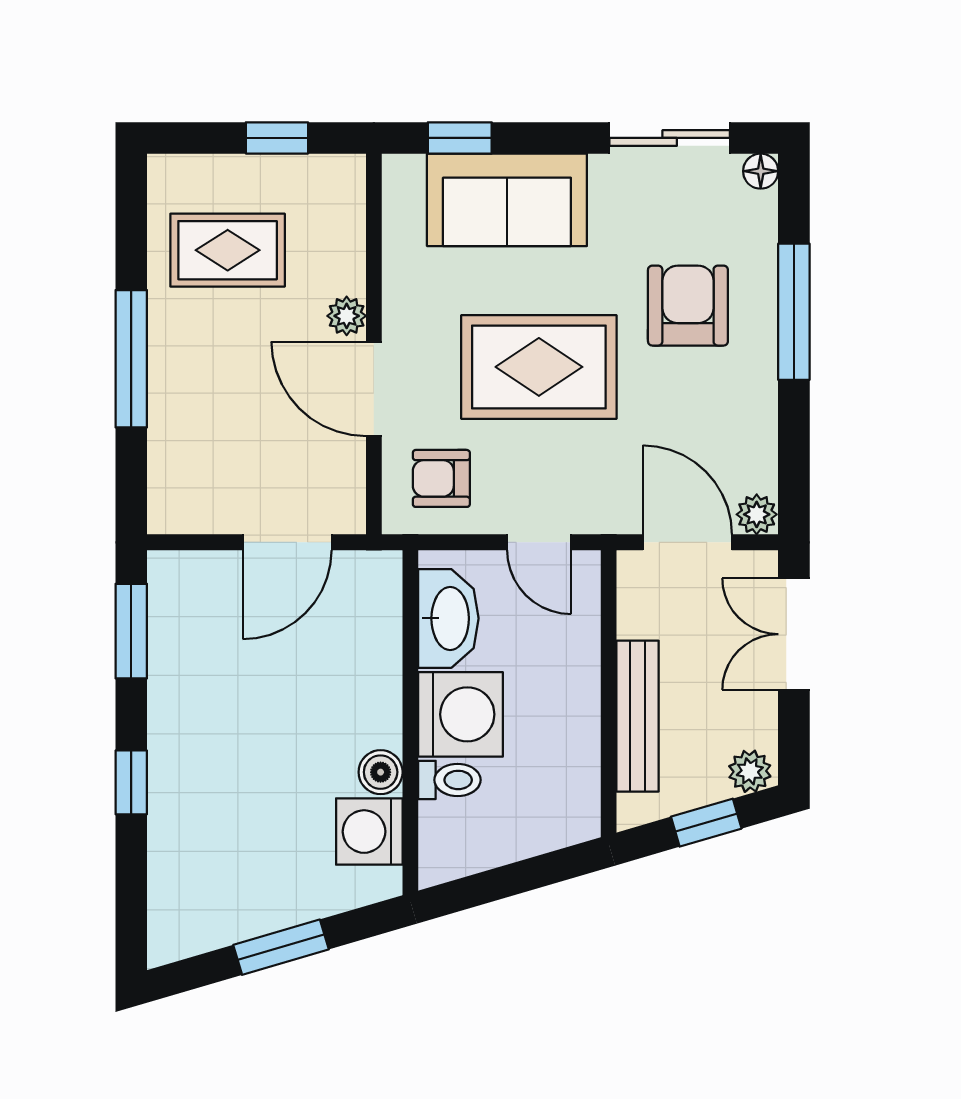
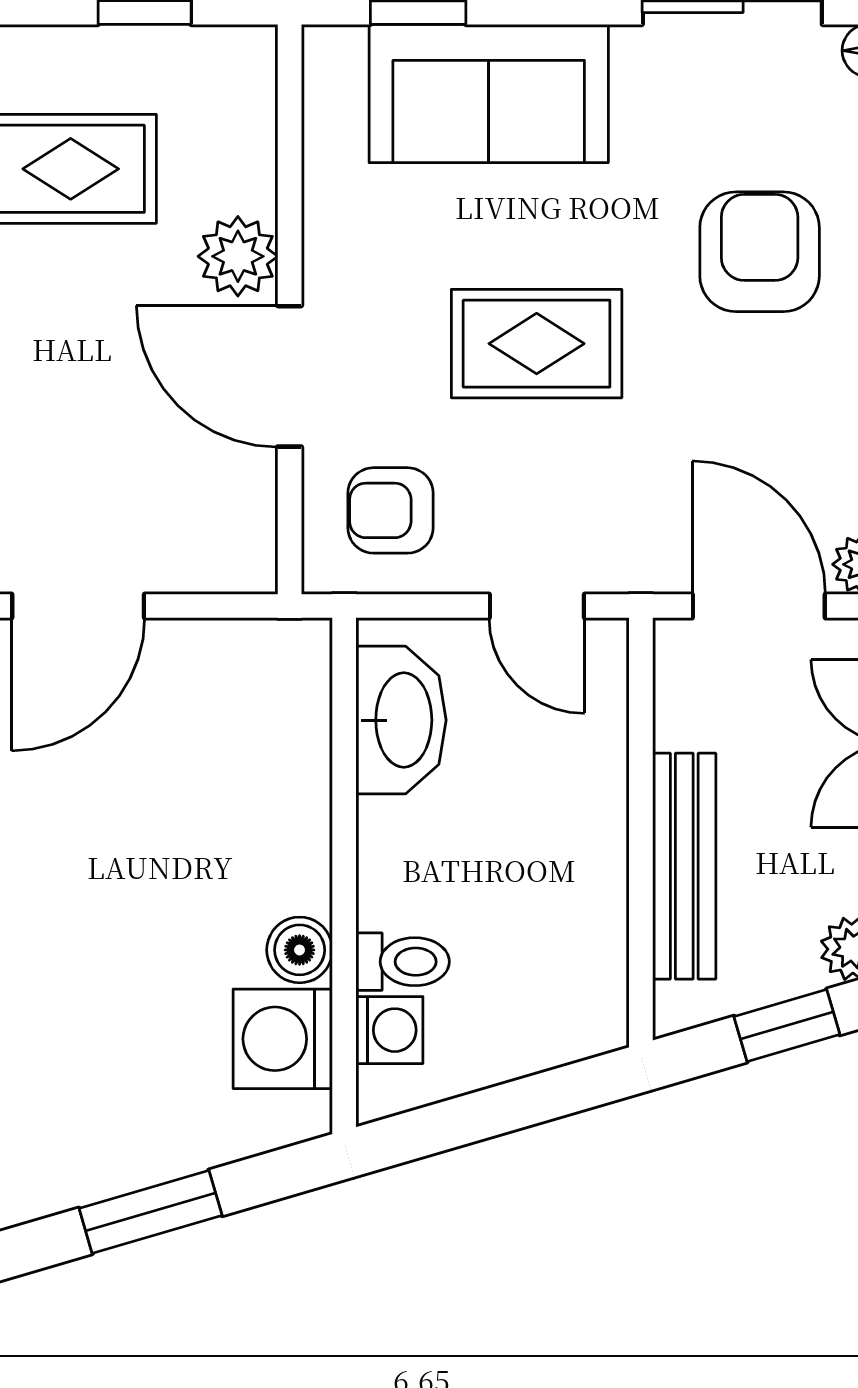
plant: (347, 316) -> (238, 256), width x1.38, depth x1.38
rug: (539, 367) -> (537, 344), width x0.73, depth x0.70
door: (287, 542) -> (78, 606), moved
washing machine: (460, 714) -> (389, 1030), moved, width x0.53, depth x0.53

